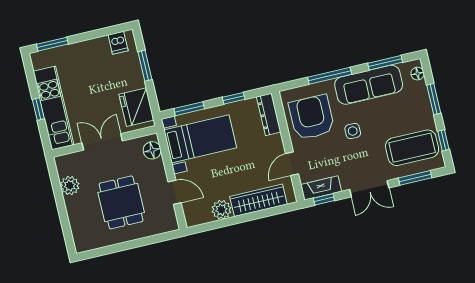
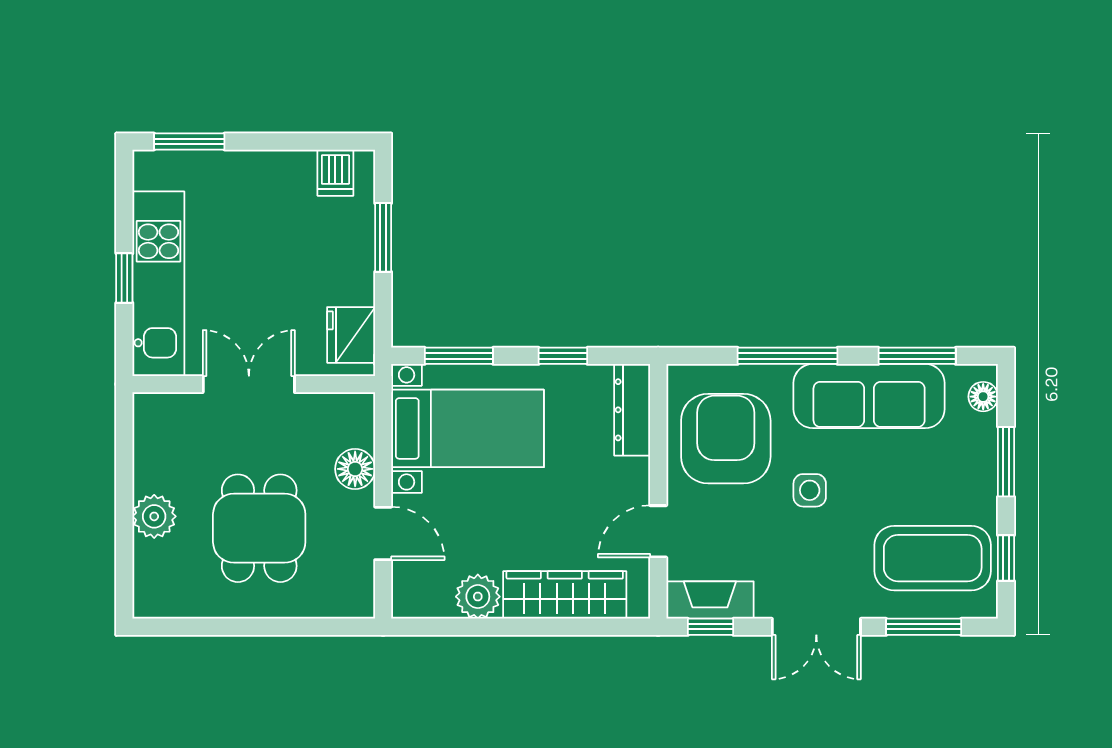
fridge: (136, 107) -> (351, 335), width x0.73, depth x0.75
floor lamp: (152, 150) -> (355, 469), moved
plant: (70, 186) -> (154, 516), moved

